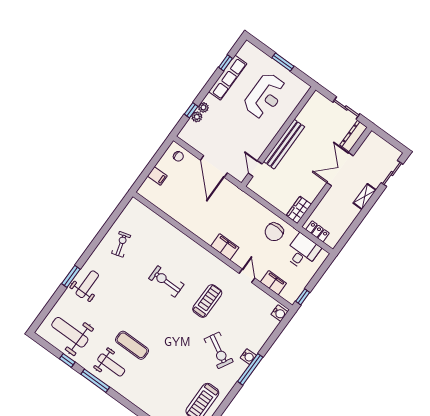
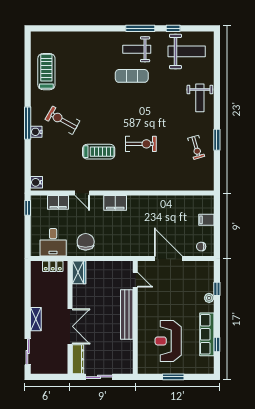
plant: (197, 117) -> (209, 287), removed
window: (71, 276) -> (217, 140), moved
treadmill: (207, 301) -> (99, 152), turned -90

